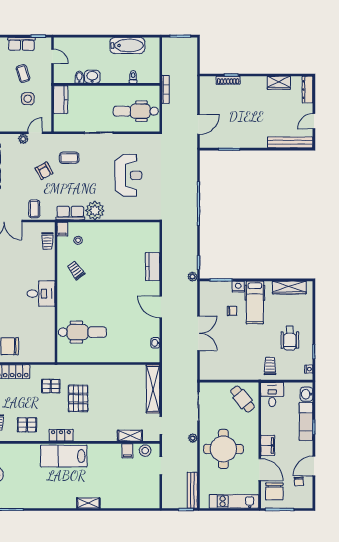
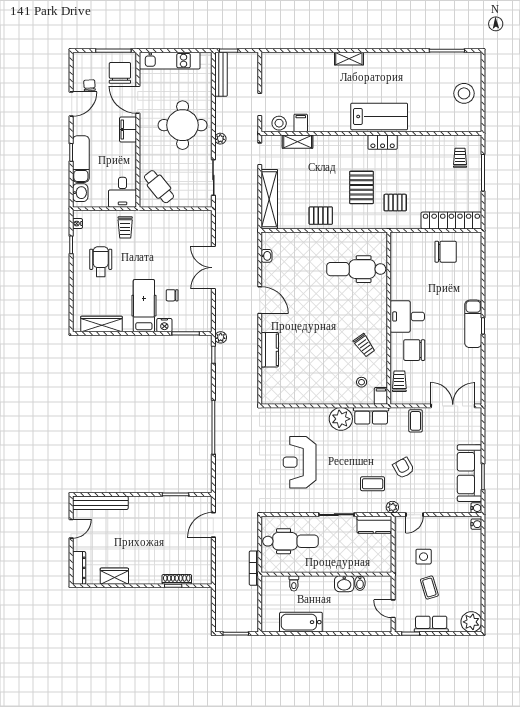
kitchen counter: (61, 100) -> (374, 525), moved, turned -90
plant: (23, 139) -> (392, 507), moved
chair: (35, 266) -> (414, 350), added
pallet: (27, 425) -> (321, 216), moved

